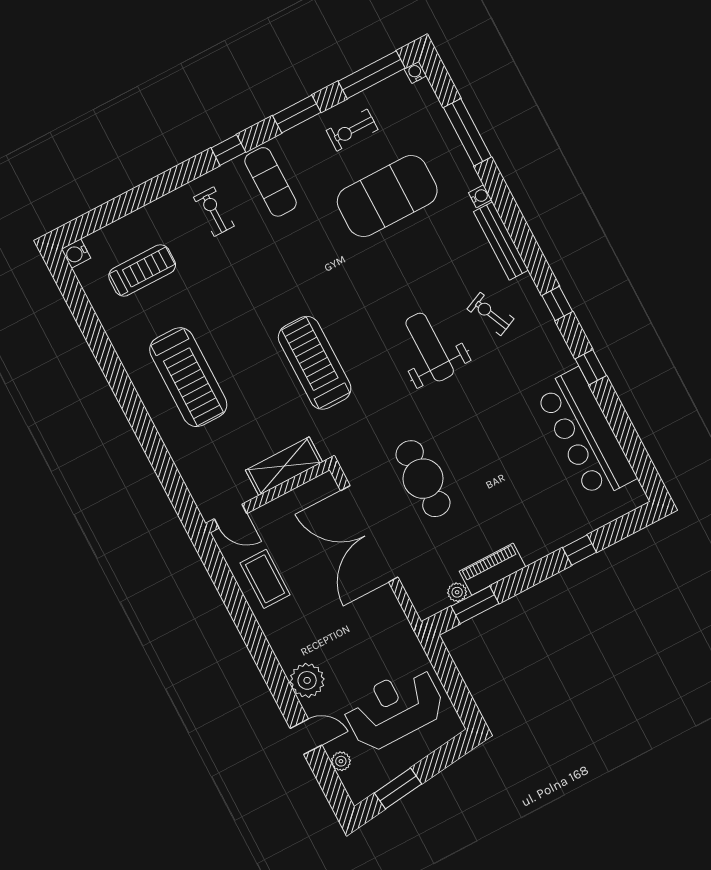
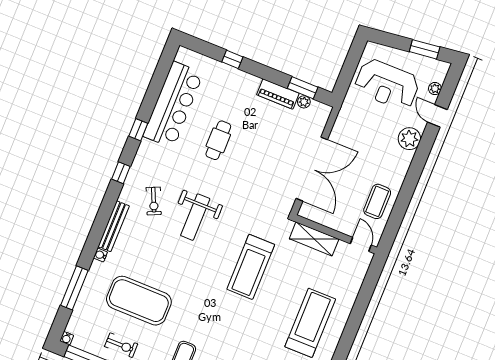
cafe table: (423, 479) -> (218, 140), moved, width x0.73, depth x0.74

